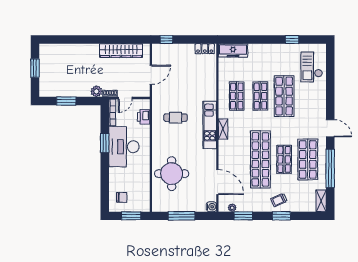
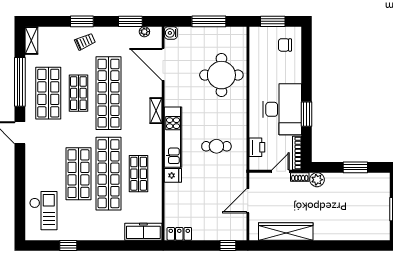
fridge: (210, 95) -> (173, 175), added
shop shelf: (260, 96) -> (109, 174), width x2.00, depth x1.36
shelving: (223, 129) -> (156, 111), moved

